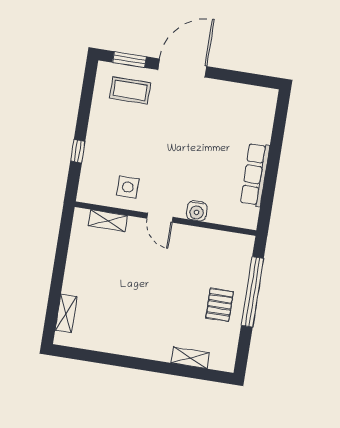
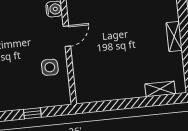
shelving: (108, 221) -> (174, 36), moved

